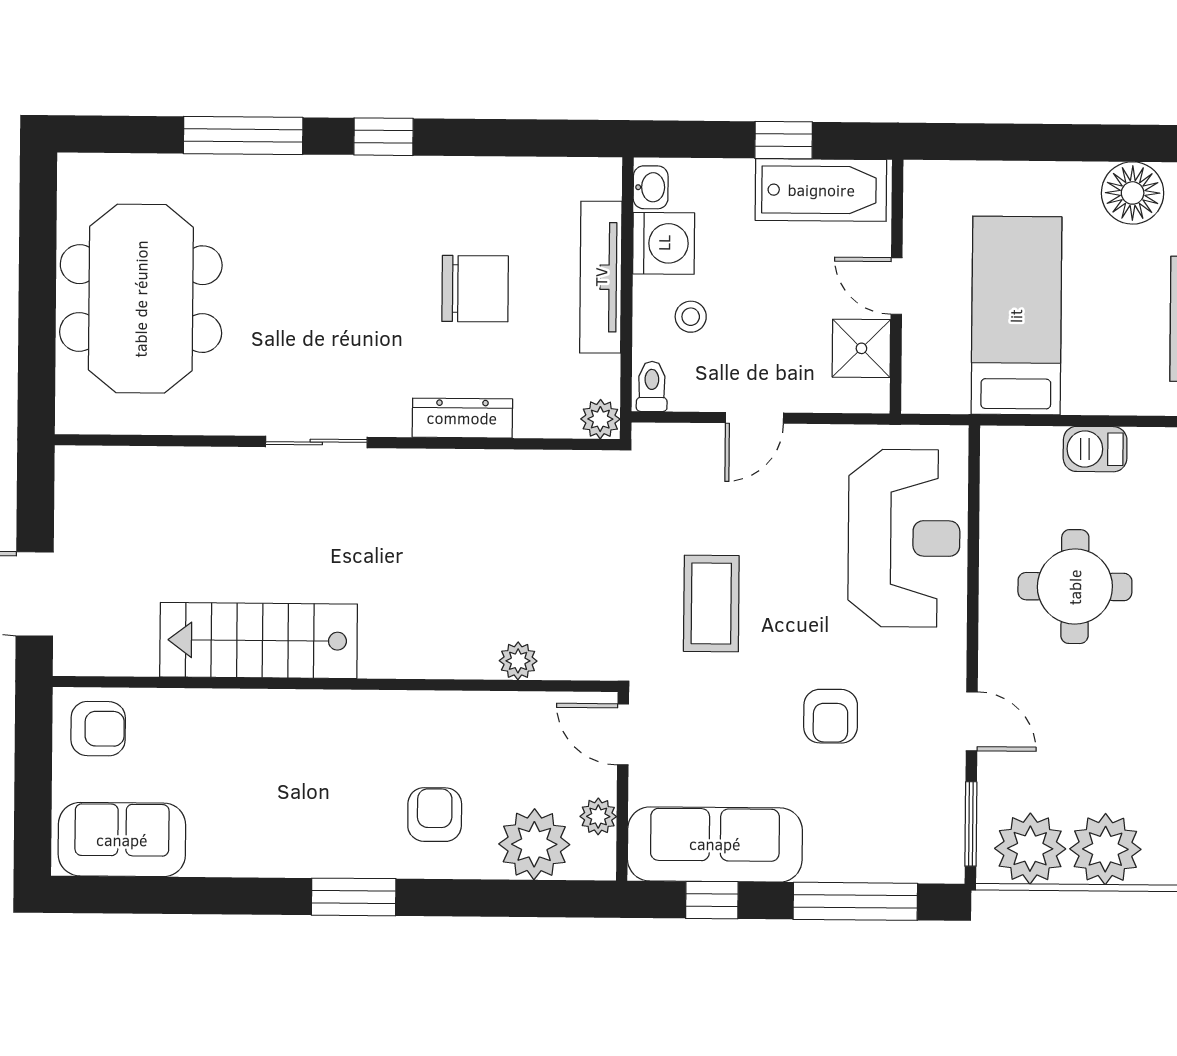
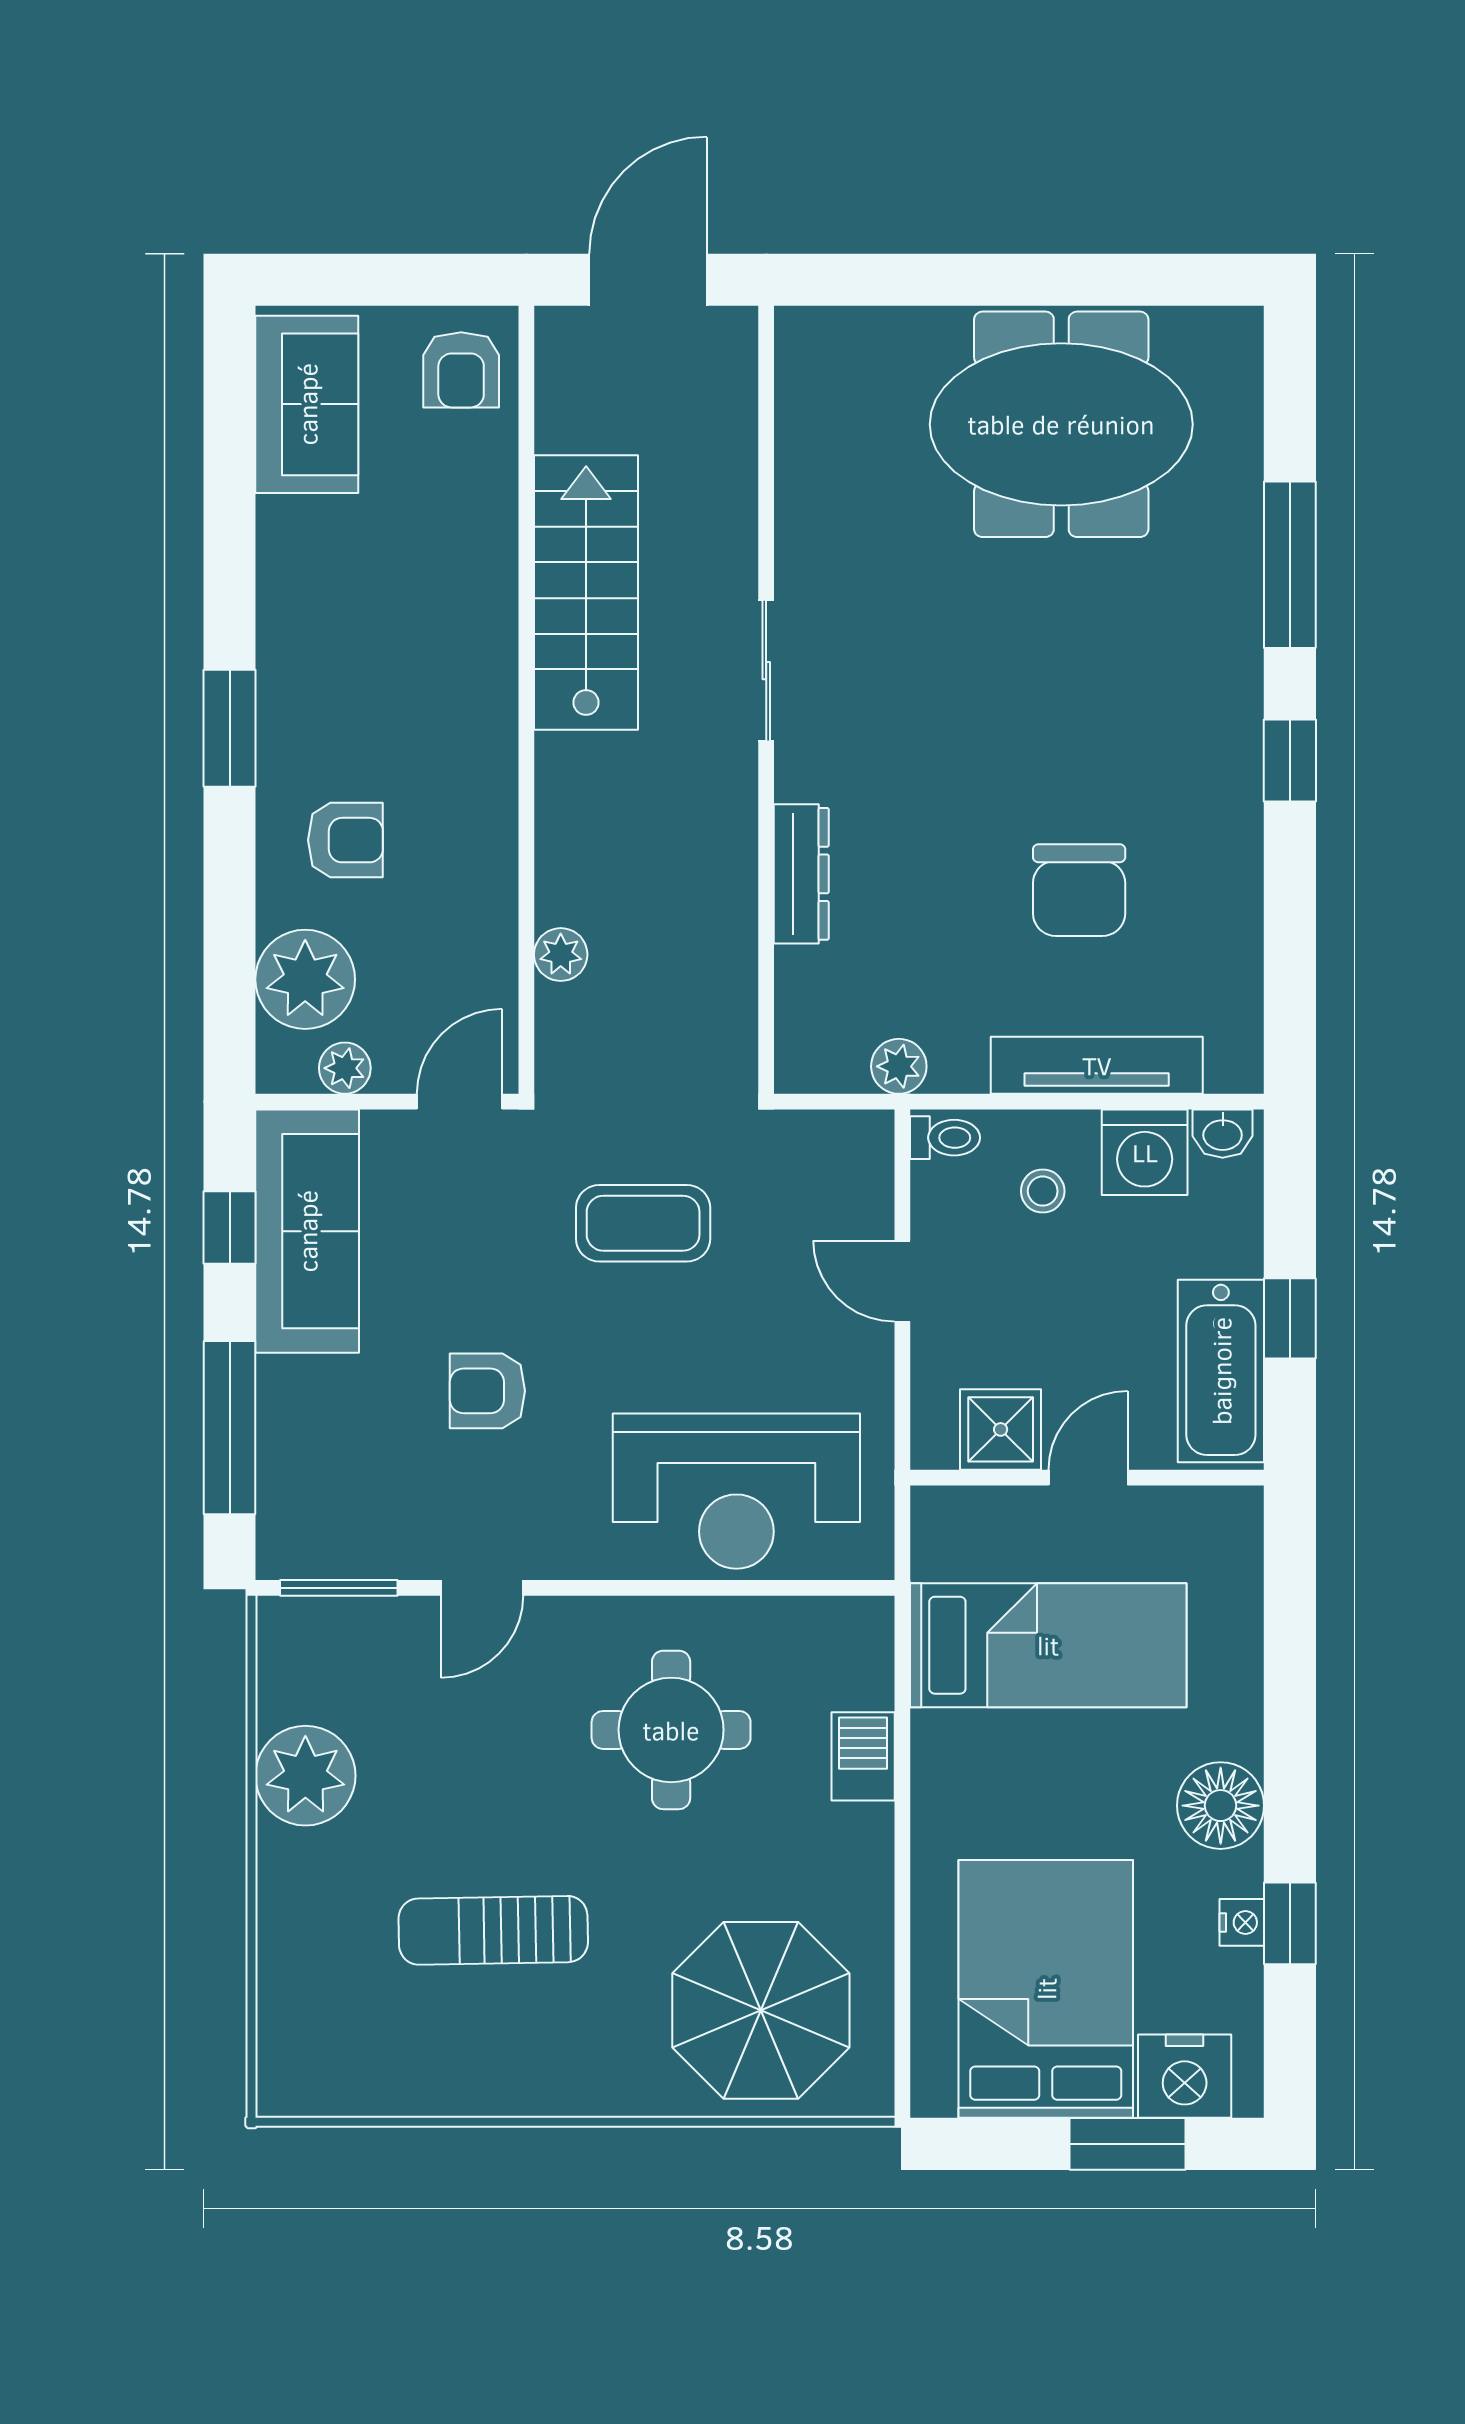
dresser: (462, 418) -> (801, 874), moved
sliding door: (316, 442) -> (766, 671), moved
wall: (337, 442) -> (766, 700), moved
plant: (1030, 849) -> (305, 1671), removed

